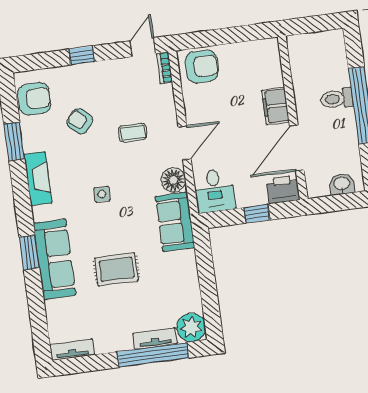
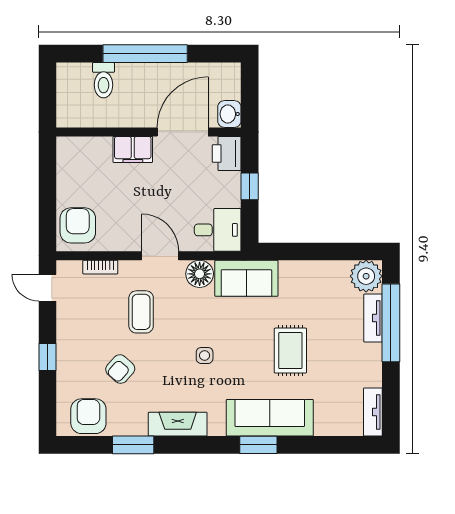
bookcase: (164, 68) -> (100, 267), moved
toilet: (337, 99) -> (104, 80), moved
coffee table: (133, 133) -> (141, 312), width x1.36, depth x1.30
door: (297, 148) -> (183, 132), swing flipped
washbasin: (342, 184) -> (229, 114), moved

